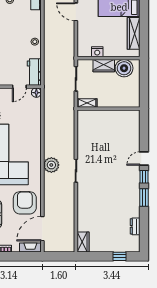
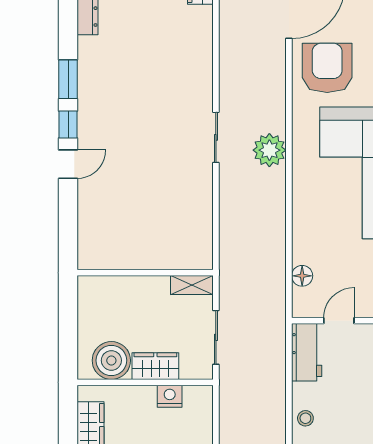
floor lamp: (36, 93) -> (302, 276), moved
armchair: (25, 203) -> (327, 68), turned 180

